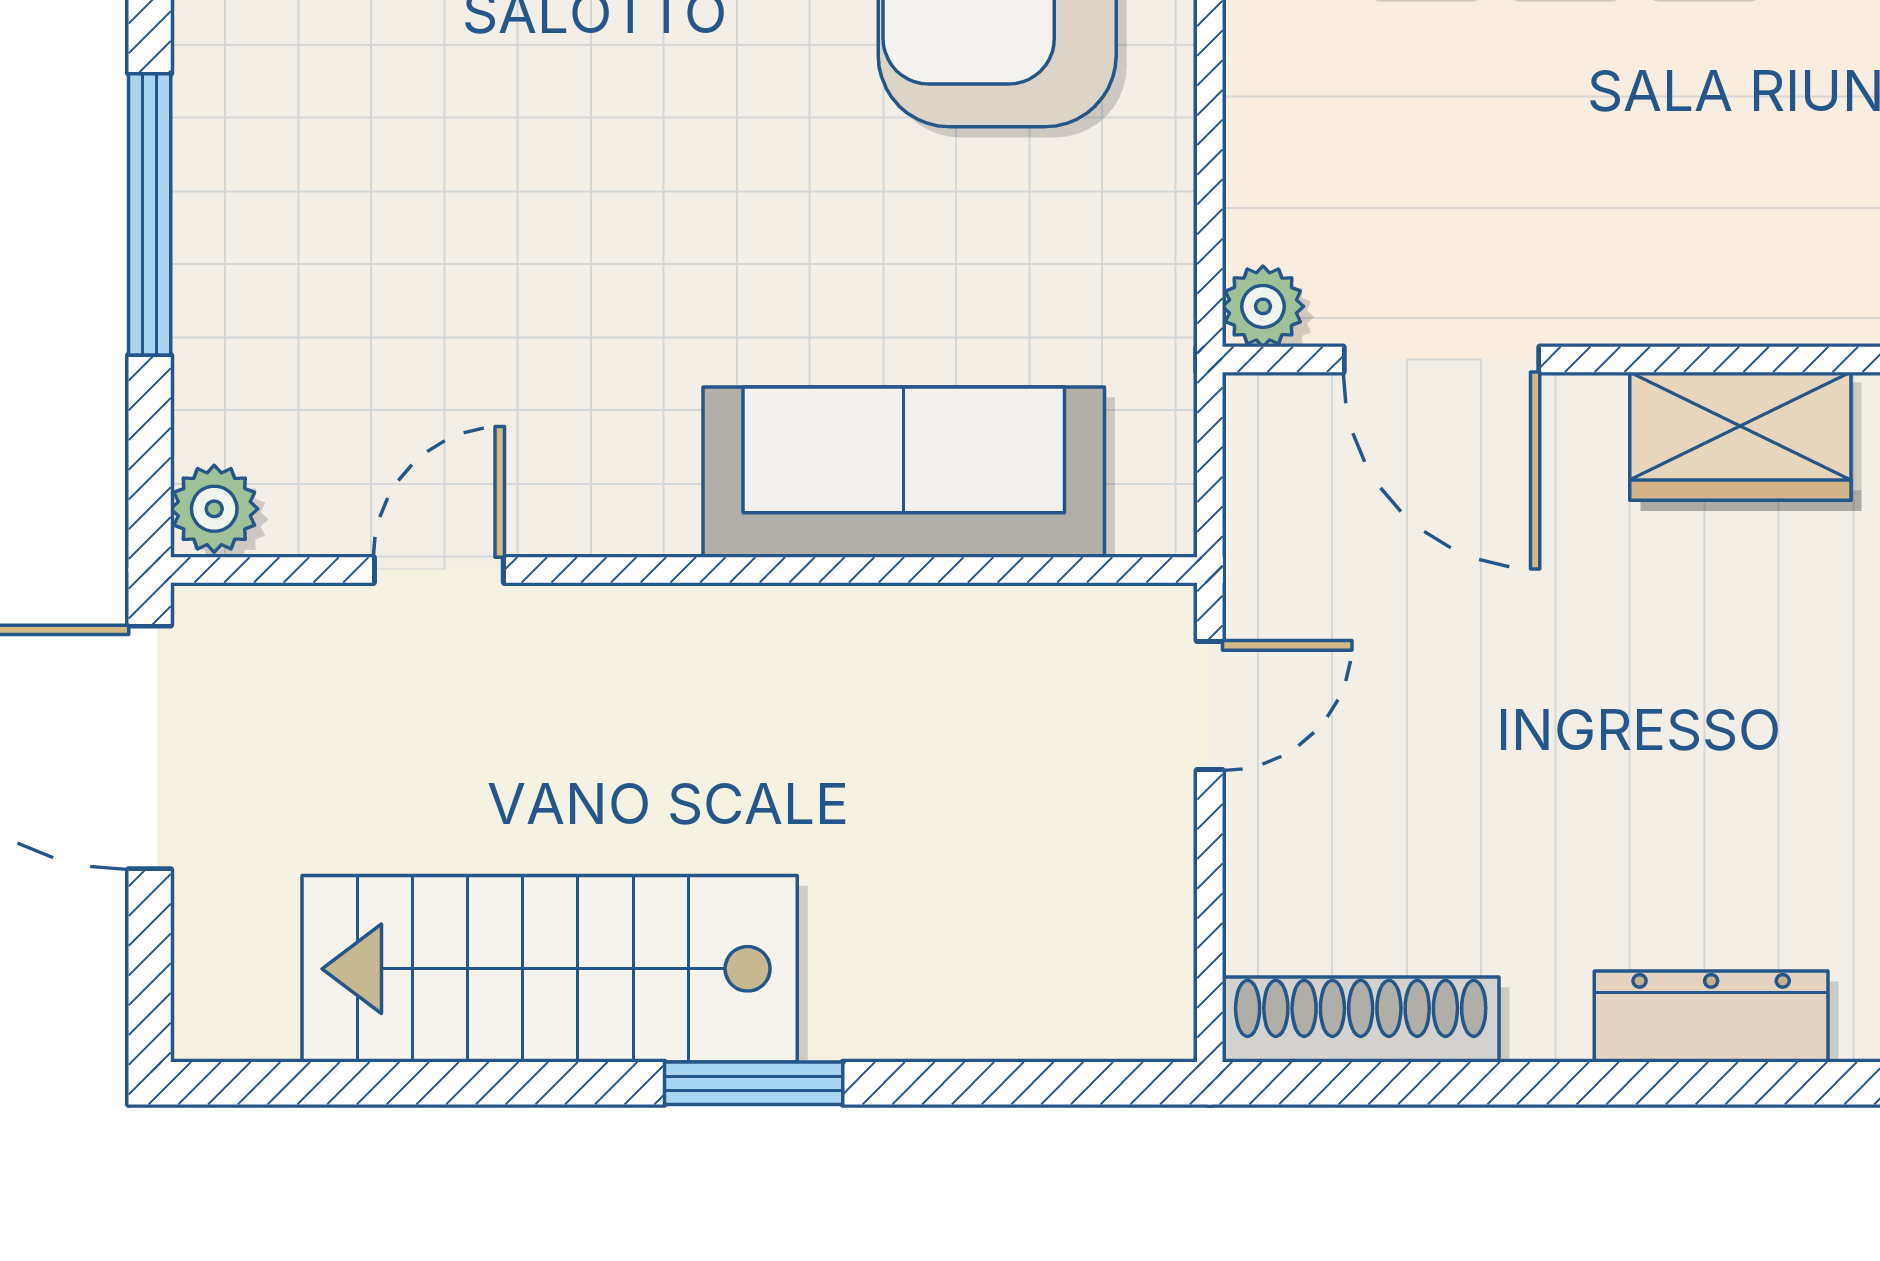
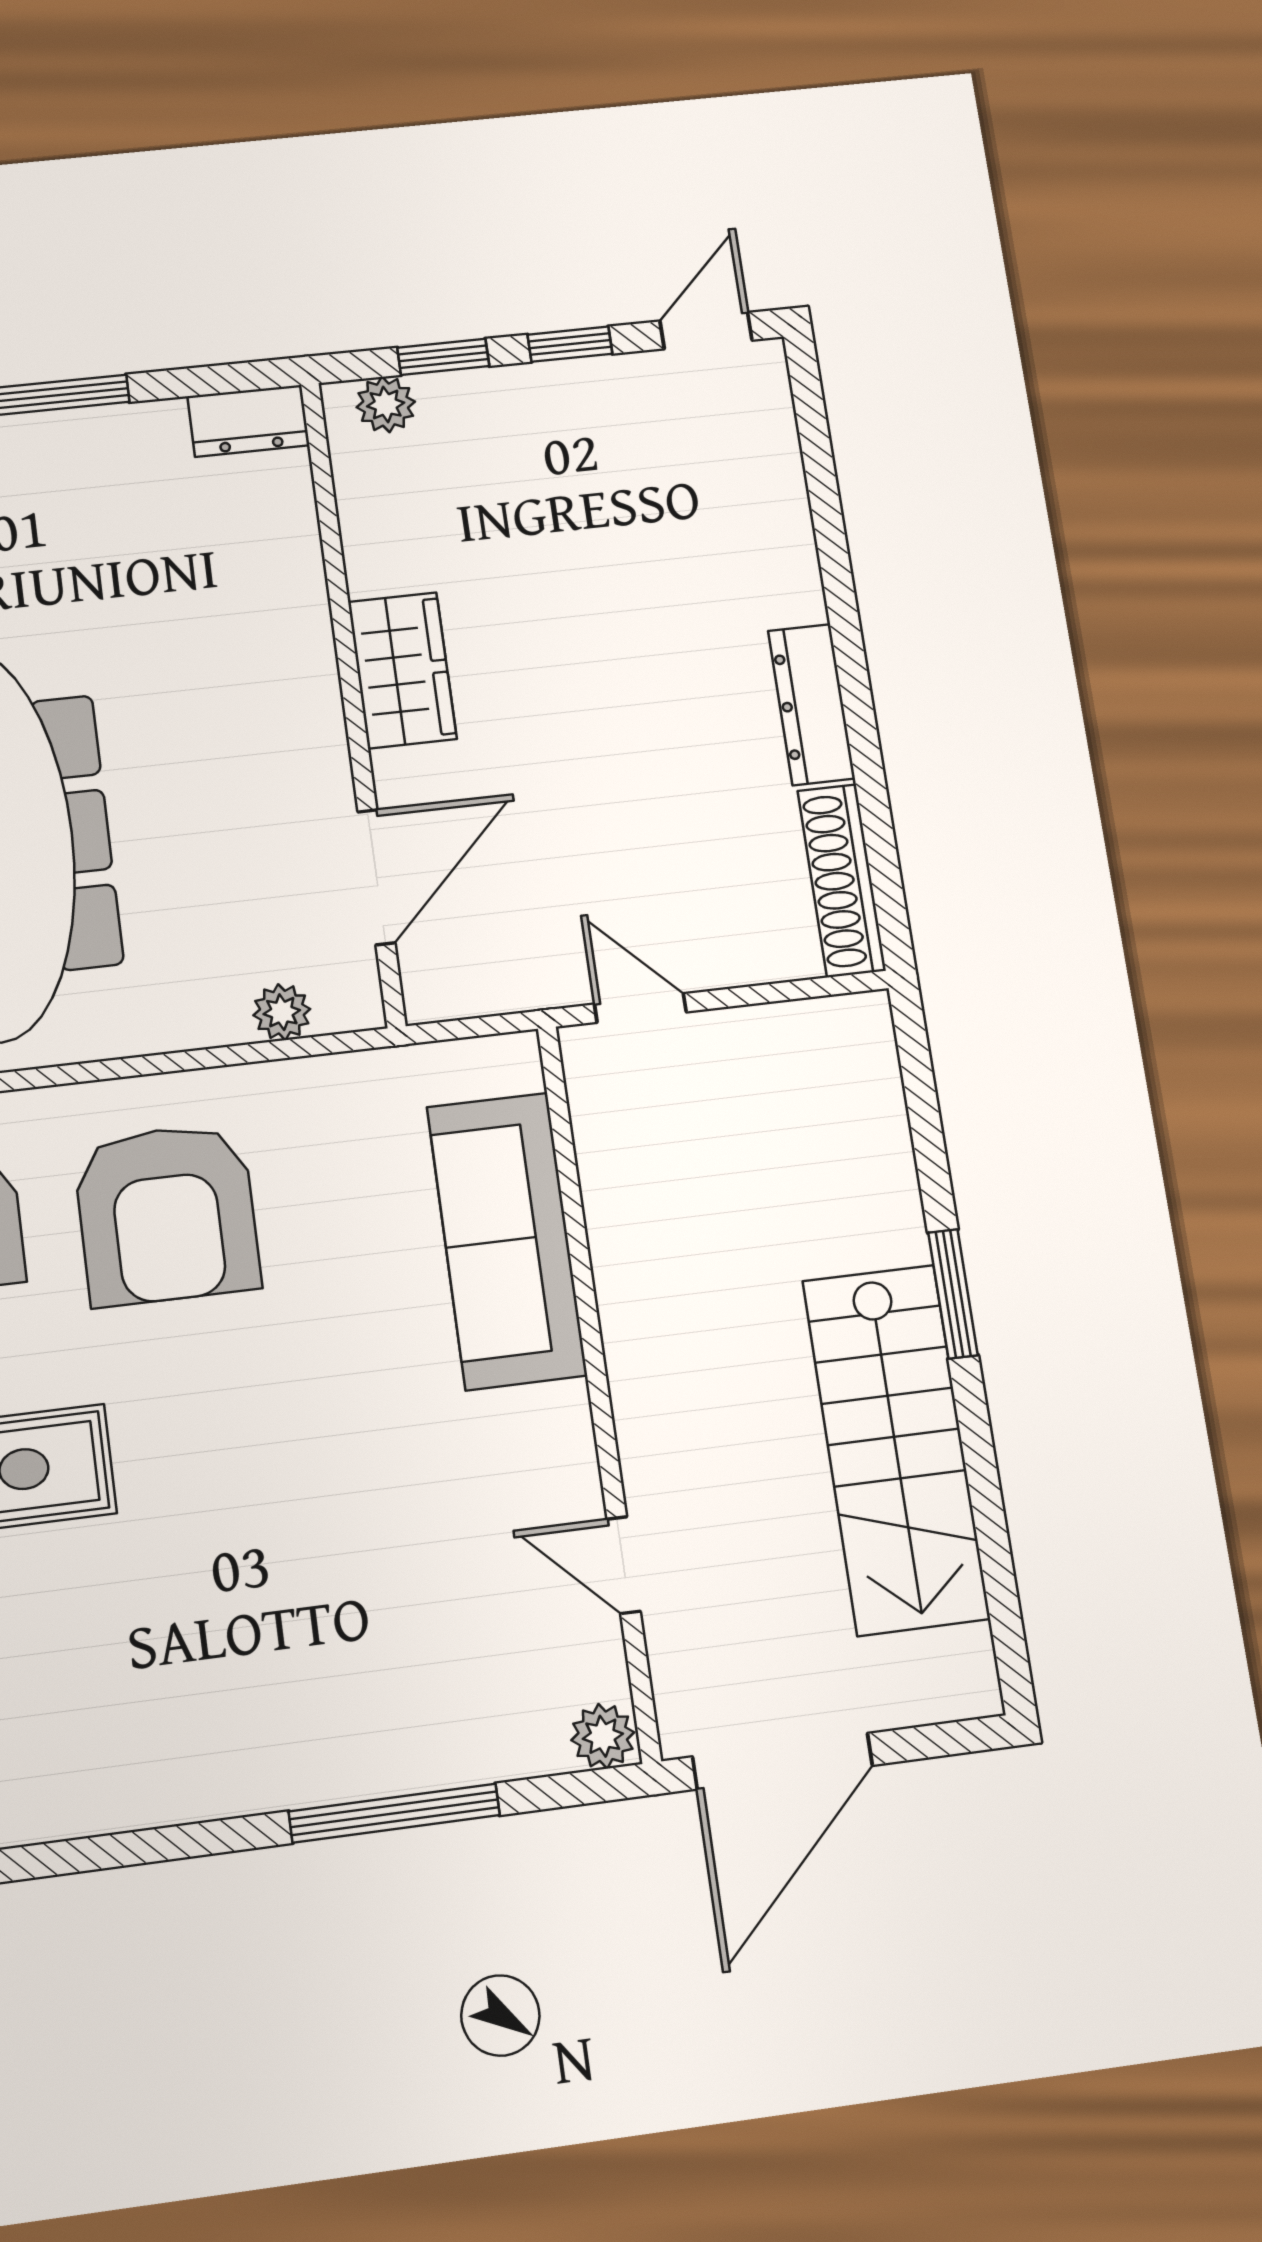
plant: (1263, 306) -> (282, 1012), moved
dresser: (1711, 1017) -> (811, 705), moved

